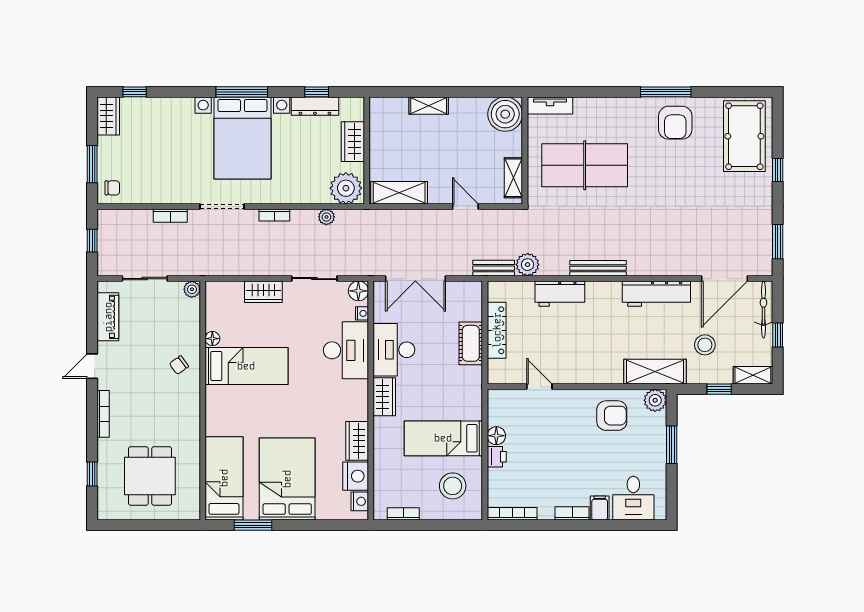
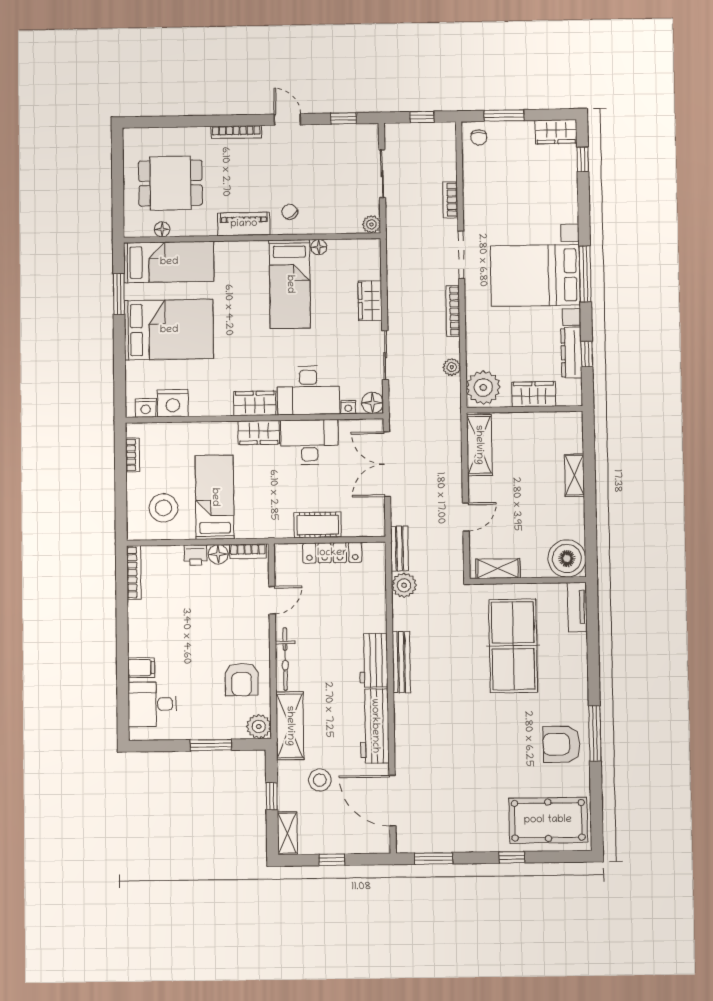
bookcase: (274, 215) -> (453, 311), width x1.56
workbench: (560, 294) -> (374, 660), moved
bicycle: (763, 310) -> (285, 659), moved, turned 90
piano: (108, 317) -> (244, 224), moved, turned 180
wardrobe: (357, 441) -> (255, 403), moved
window: (92, 474) -> (343, 118), moved
floor lamp: (193, 484) -> (162, 229), added
bookcase: (572, 513) -> (248, 551), moved, turned 90

